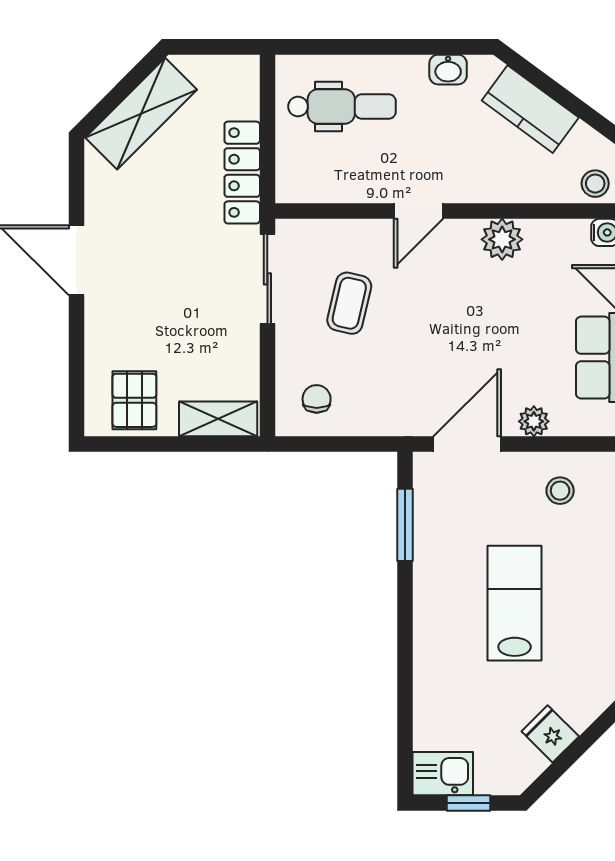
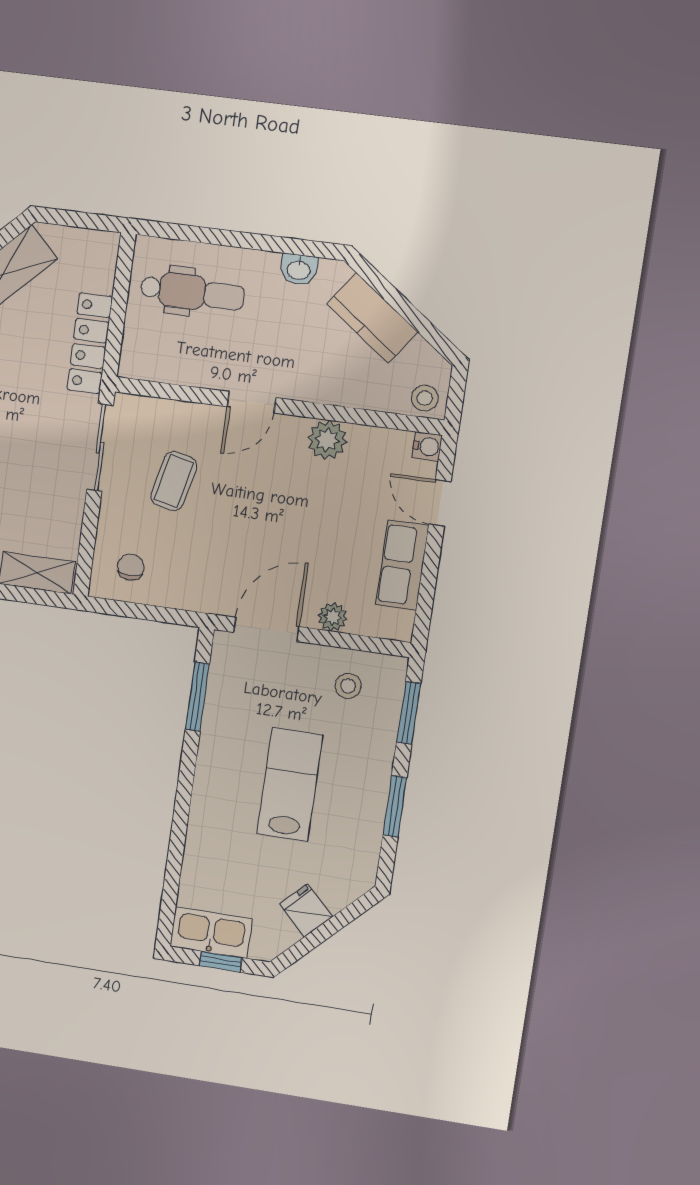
kitchen sink: (443, 774) -> (211, 933), width x1.38

